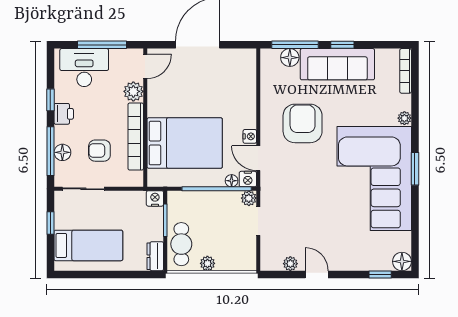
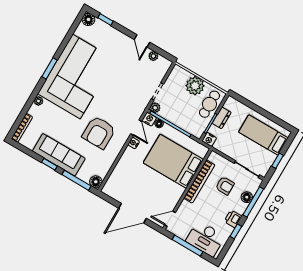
floor lamp: (290, 58) -> (96, 182), moved
plant: (133, 91) -> (185, 208), removed
dresser: (155, 256) -> (222, 118), moved
plant: (207, 263) -> (195, 86), width x1.88, depth x1.88

